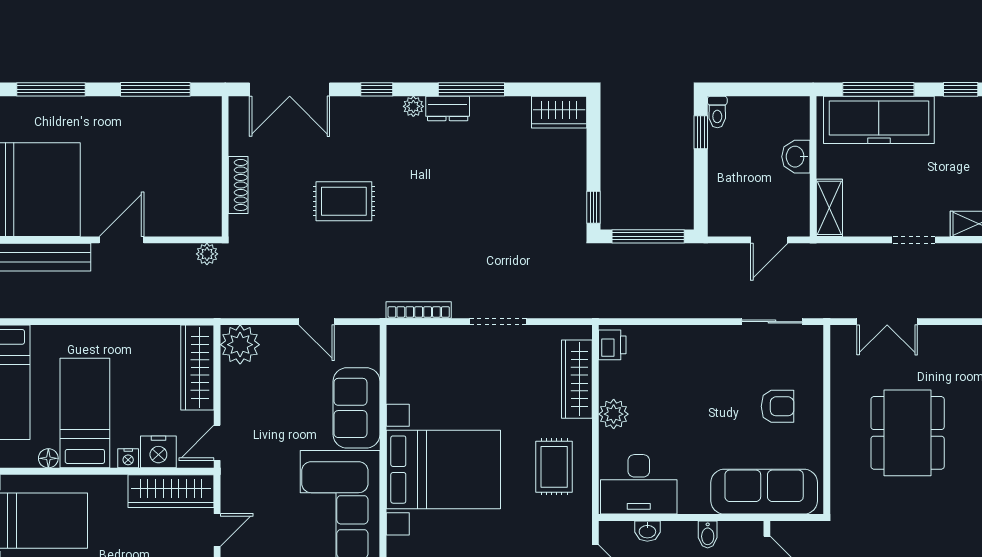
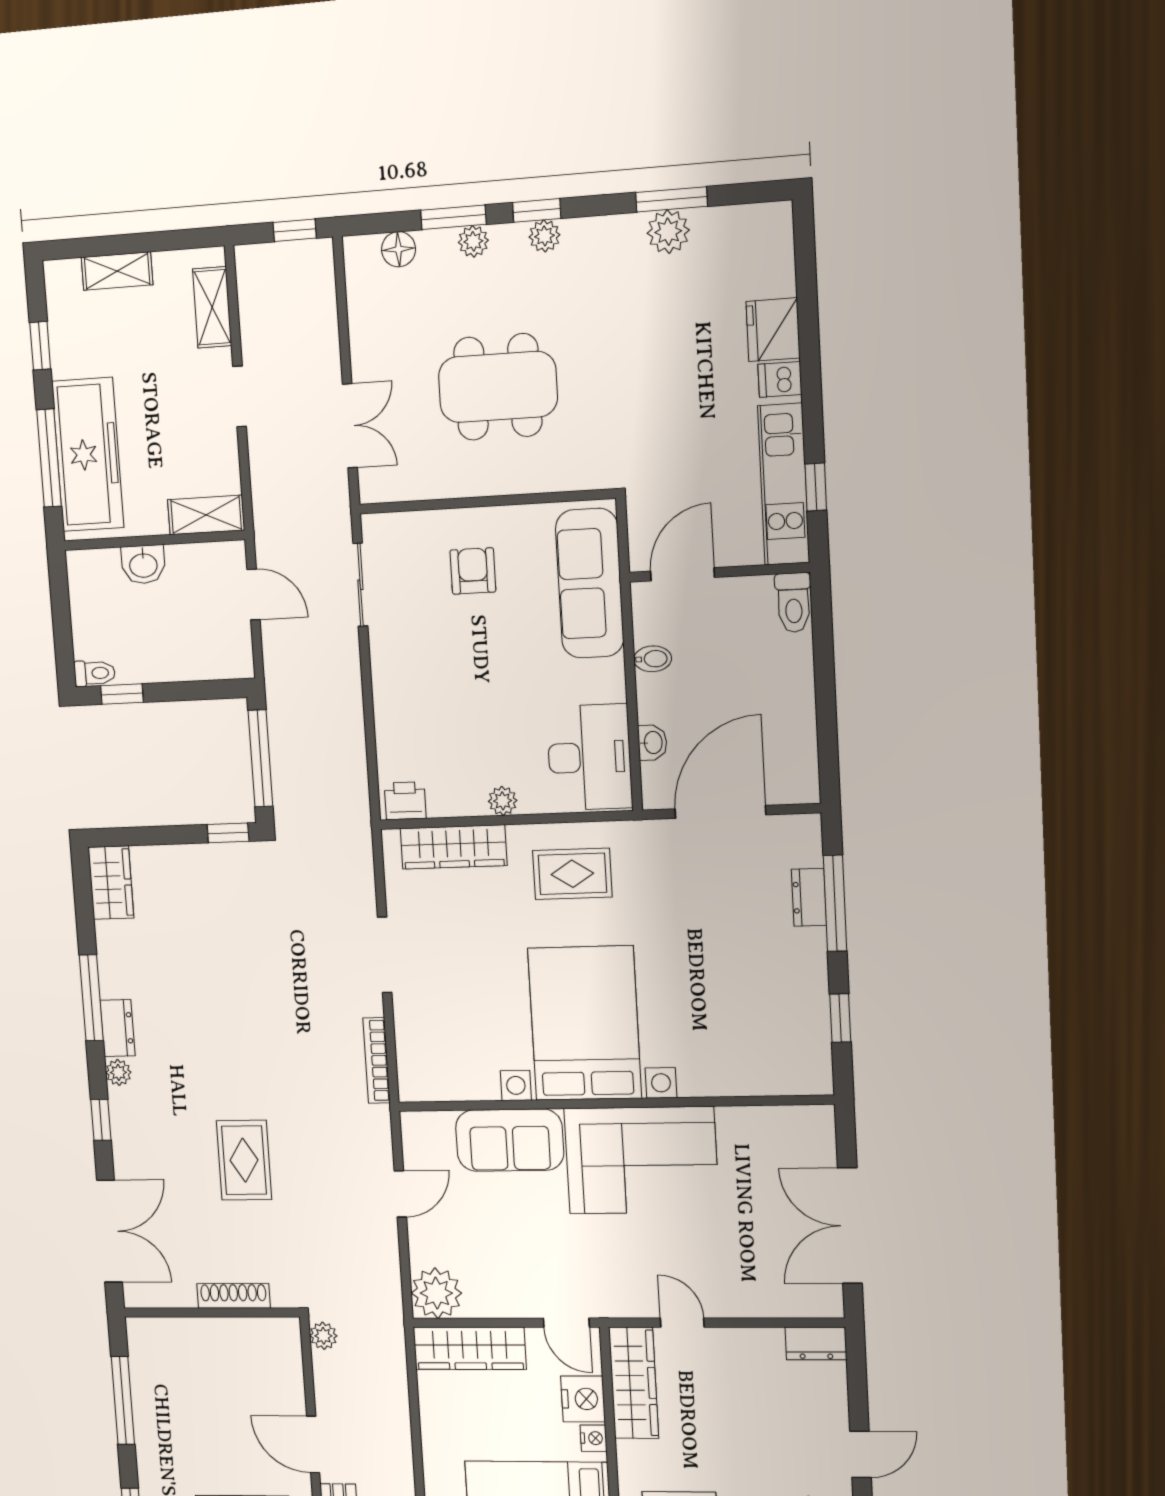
plant: (614, 414) -> (503, 801), width x0.73, depth x0.73

